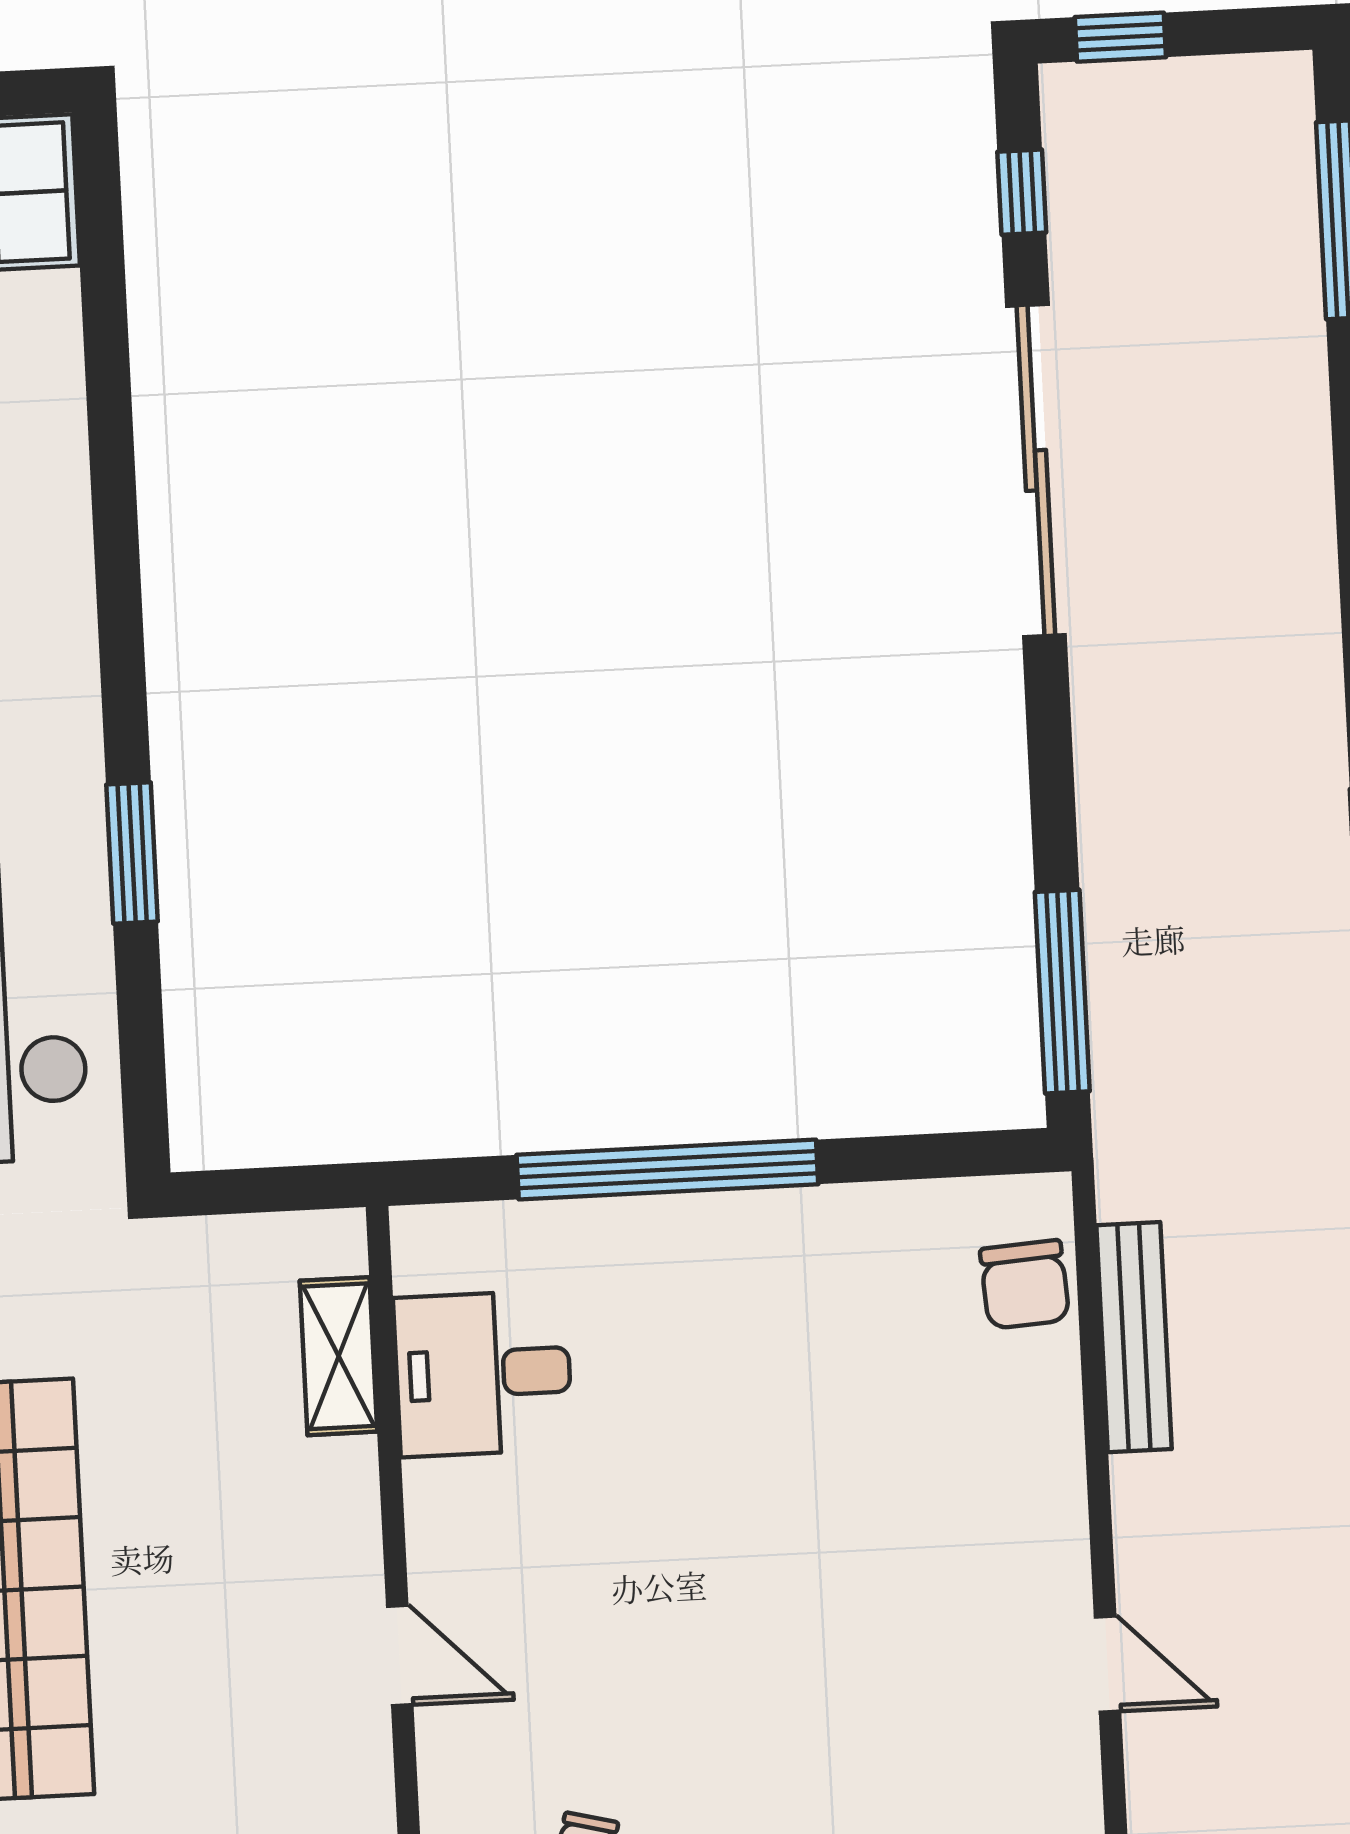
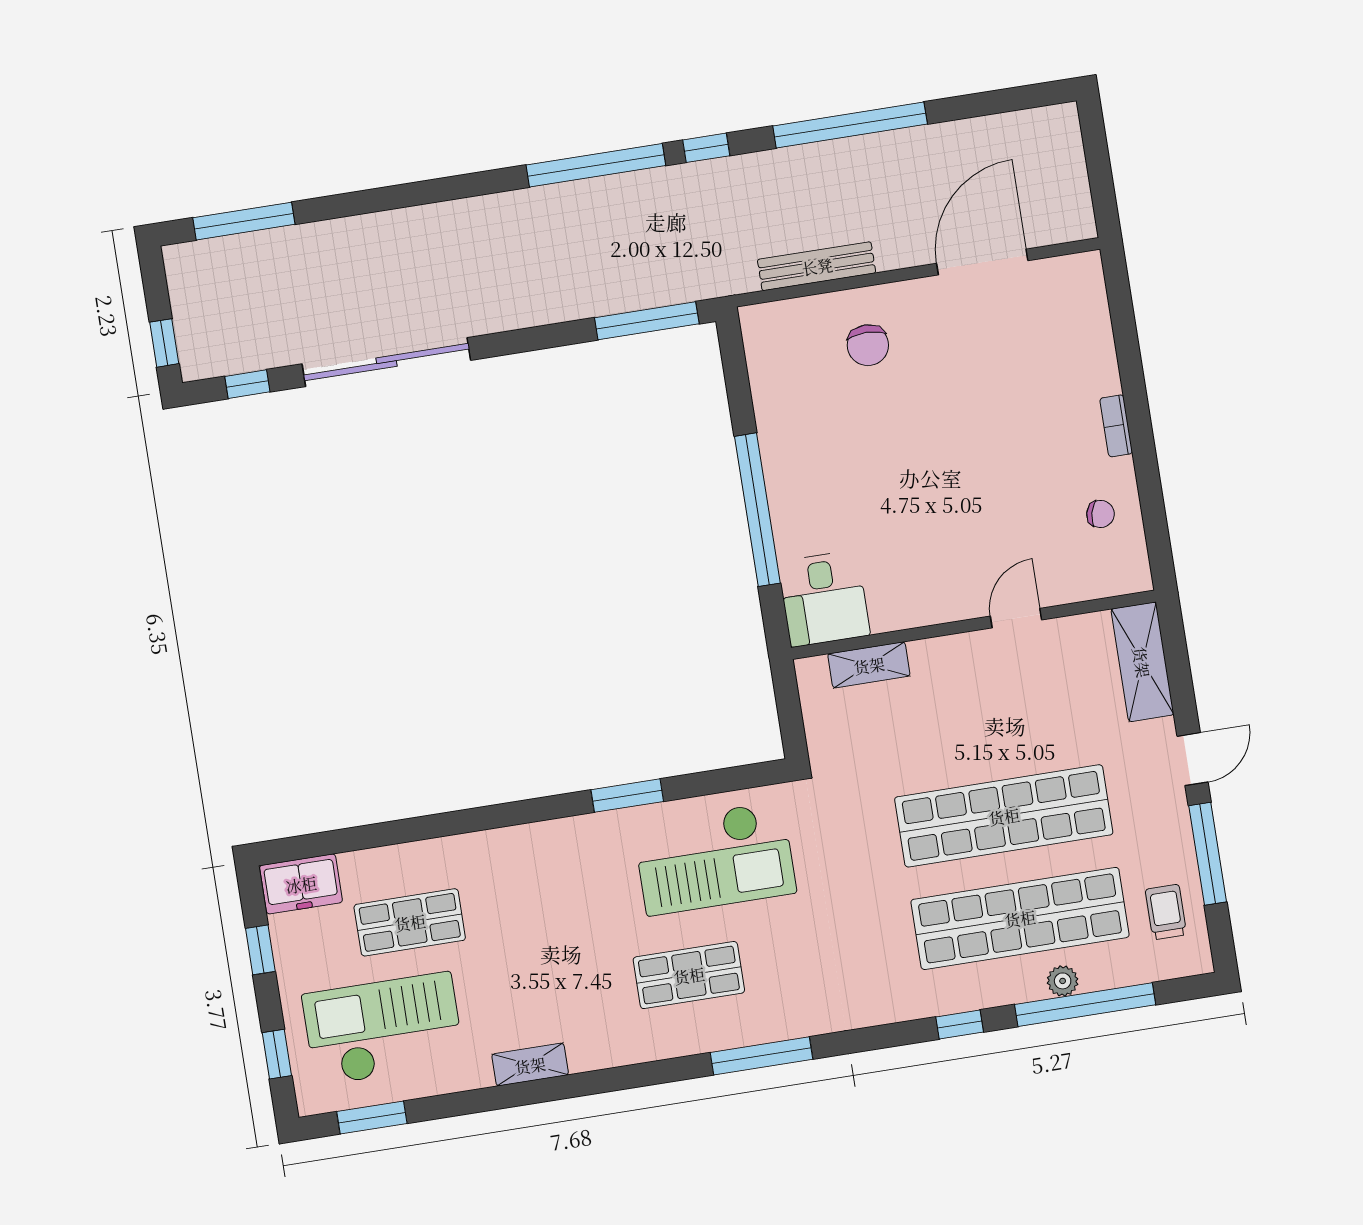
chair: (1025, 1284) -> (868, 345), moved, turned 94
desk: (483, 1373) -> (824, 599), moved
door: (1108, 1664) -> (982, 262), width x1.87

